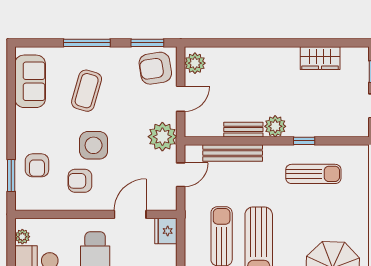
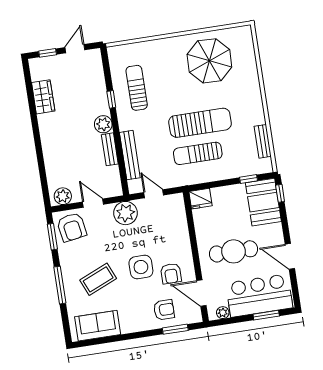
coffee table: (87, 91) -> (98, 279), turned -39
door: (130, 214) -> (201, 293), moved

